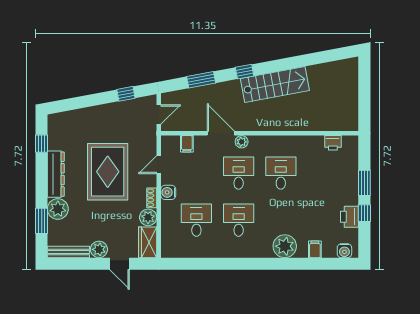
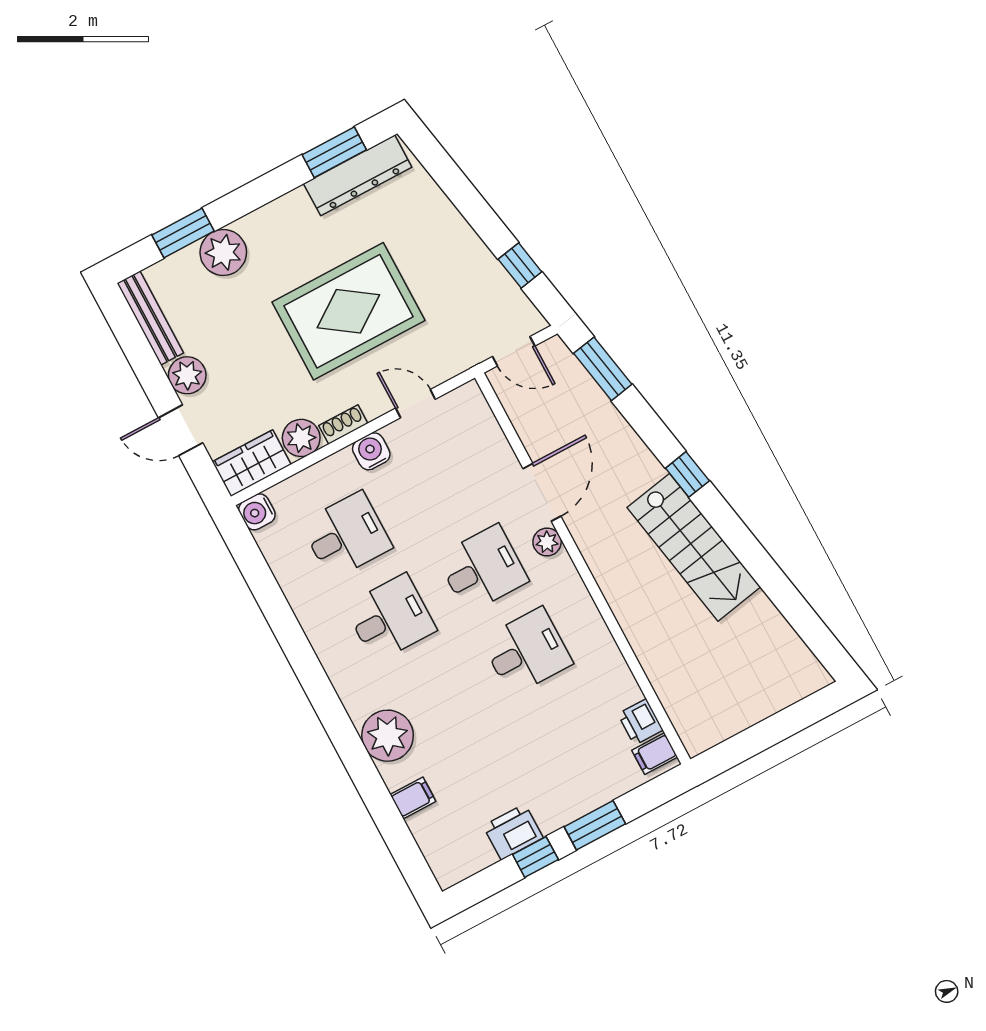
window: (201, 80) -> (603, 369), moved
window: (42, 144) -> (334, 152), width x1.50
filing cabinet: (187, 144) -> (655, 754), moved
dresser: (56, 174) -> (358, 175), moved
water cooler: (344, 251) -> (257, 512), moved
door: (119, 264) -> (181, 430), hinge flipped

